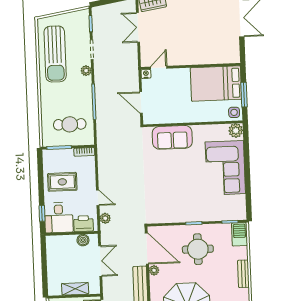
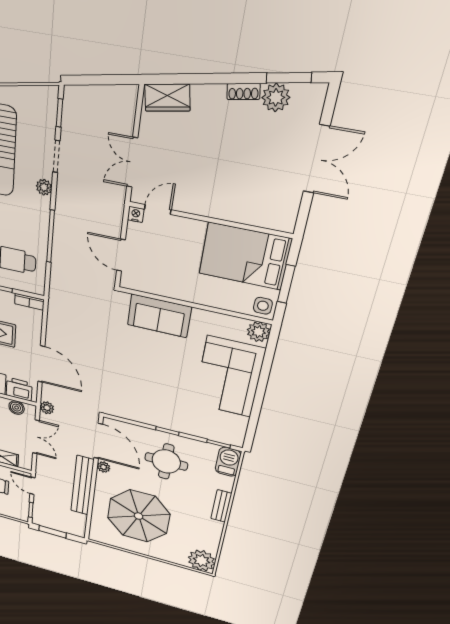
double door: (138, 27) -> (132, 162), moved
door: (98, 198) -> (41, 364), width x1.87
plant: (105, 218) -> (47, 408), moved

